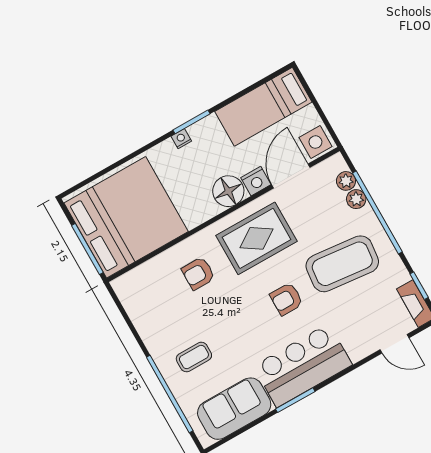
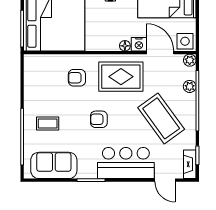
door: (291, 176) -> (160, 53), hinge flipped
plant: (346, 181) -> (190, 60), moved
floor lamp: (228, 191) -> (125, 46), width x0.53, depth x0.53
coffee table: (342, 264) -> (161, 118), turned 48
armchair: (286, 299) -> (99, 119), moved
bar counter: (303, 365) -> (126, 163), moved

